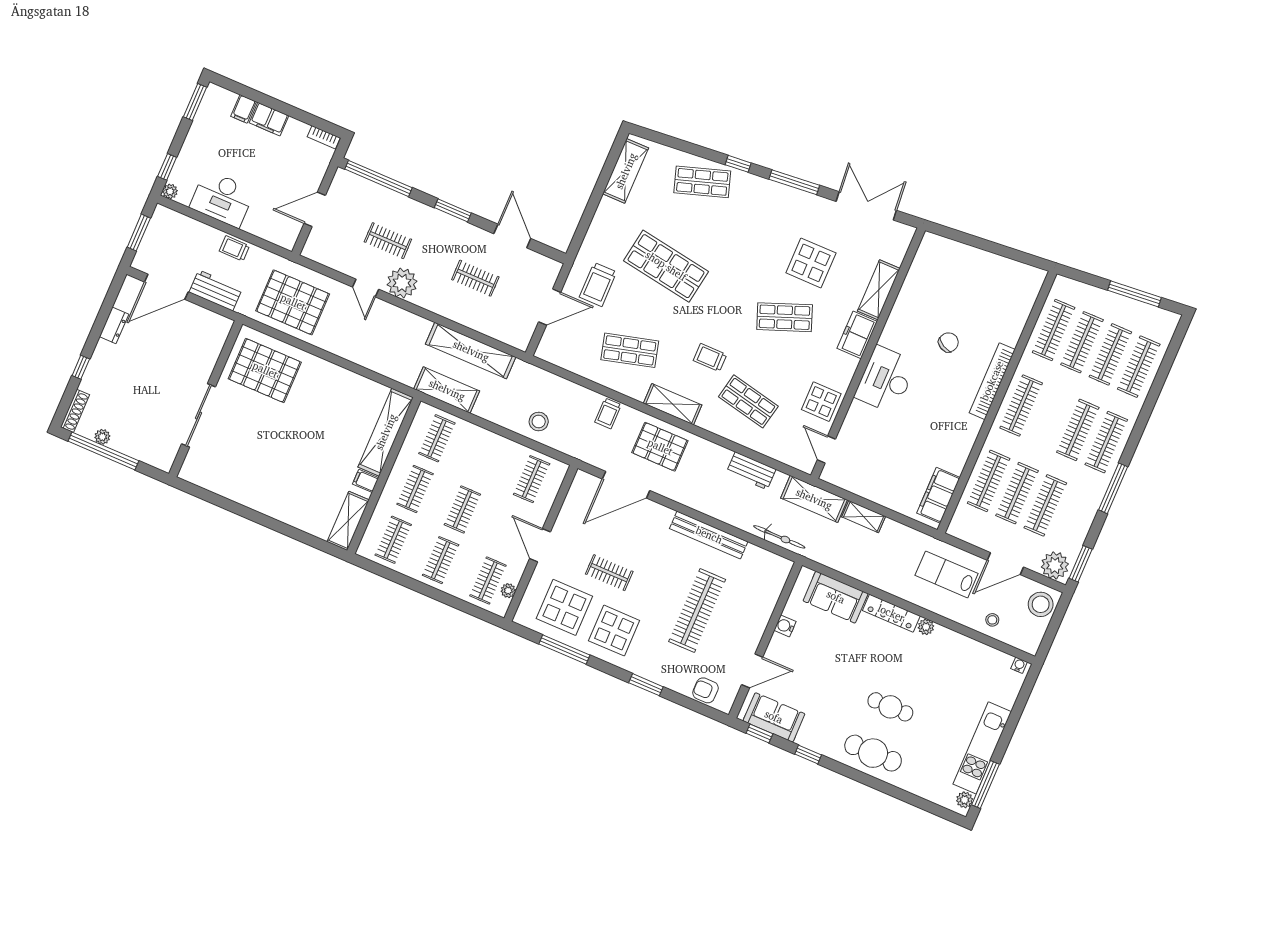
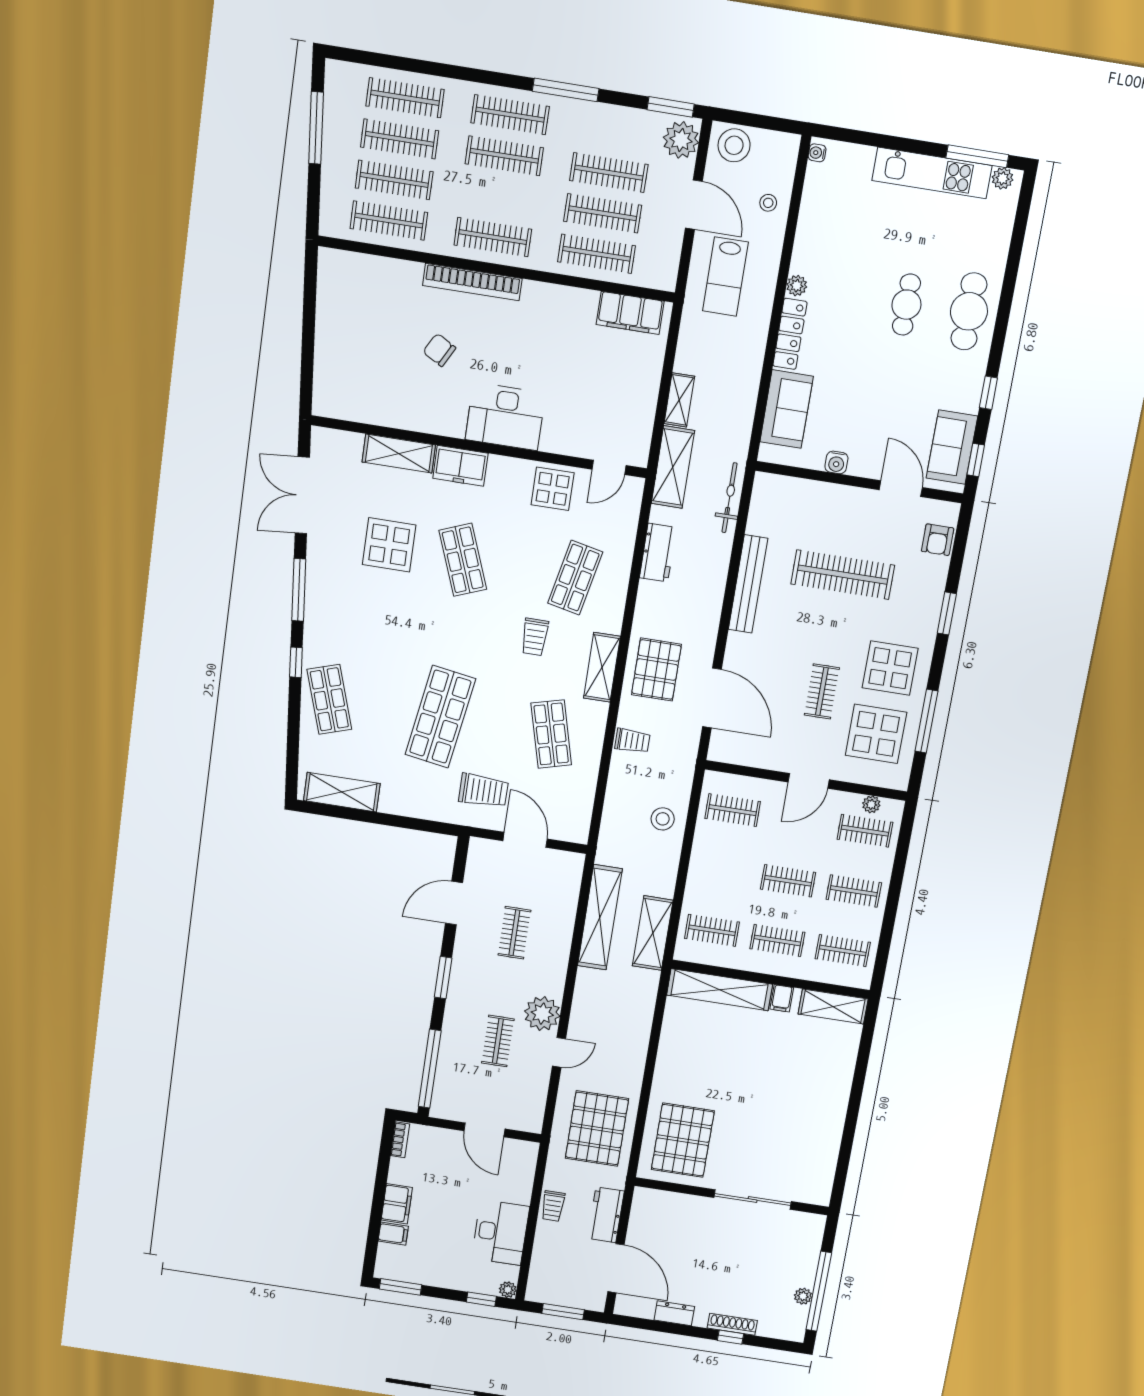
shoe rack: (75, 411) -> (732, 1324), moved

